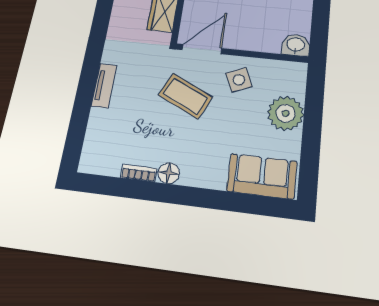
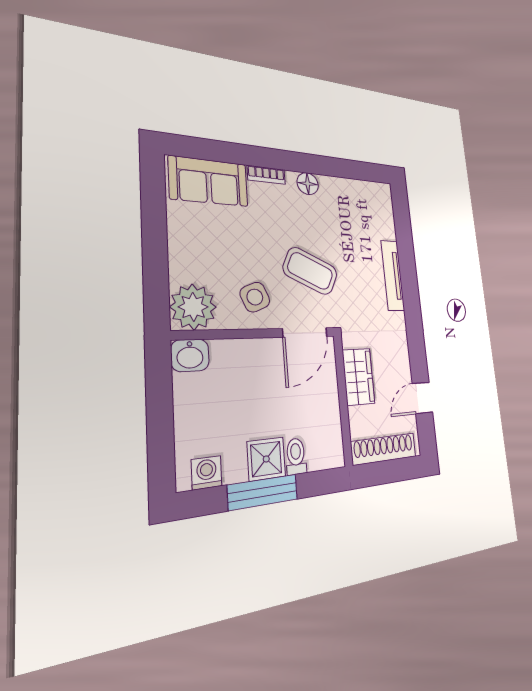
tv unit: (104, 86) -> (393, 275), width x1.41
plant: (286, 113) -> (193, 307), moved
bookcase: (139, 173) -> (266, 175), moved

